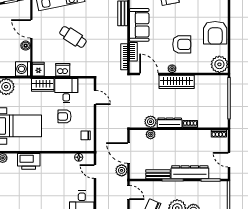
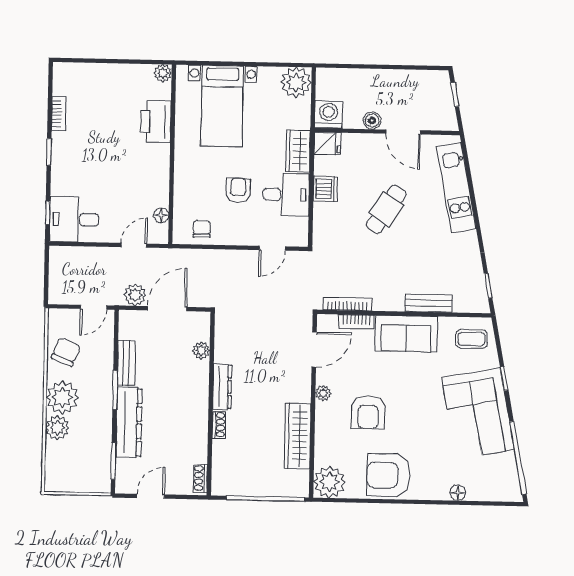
door: (31, 29) -> (403, 132), swing flipped
wardrobe: (177, 82) -> (298, 436), moved
plant: (151, 122) -> (225, 351), removed

